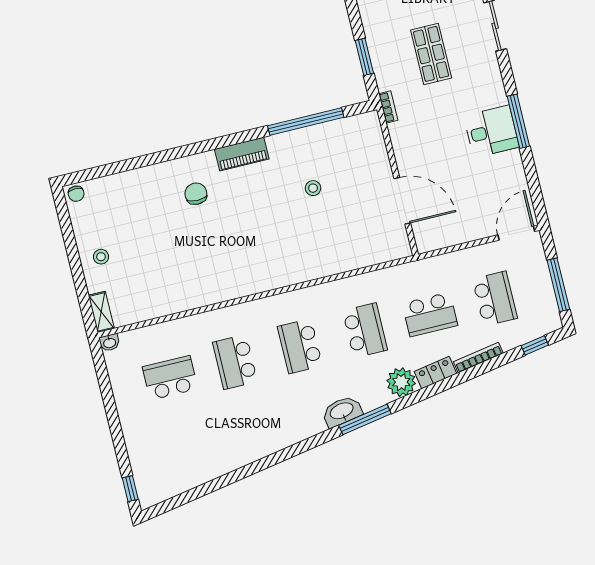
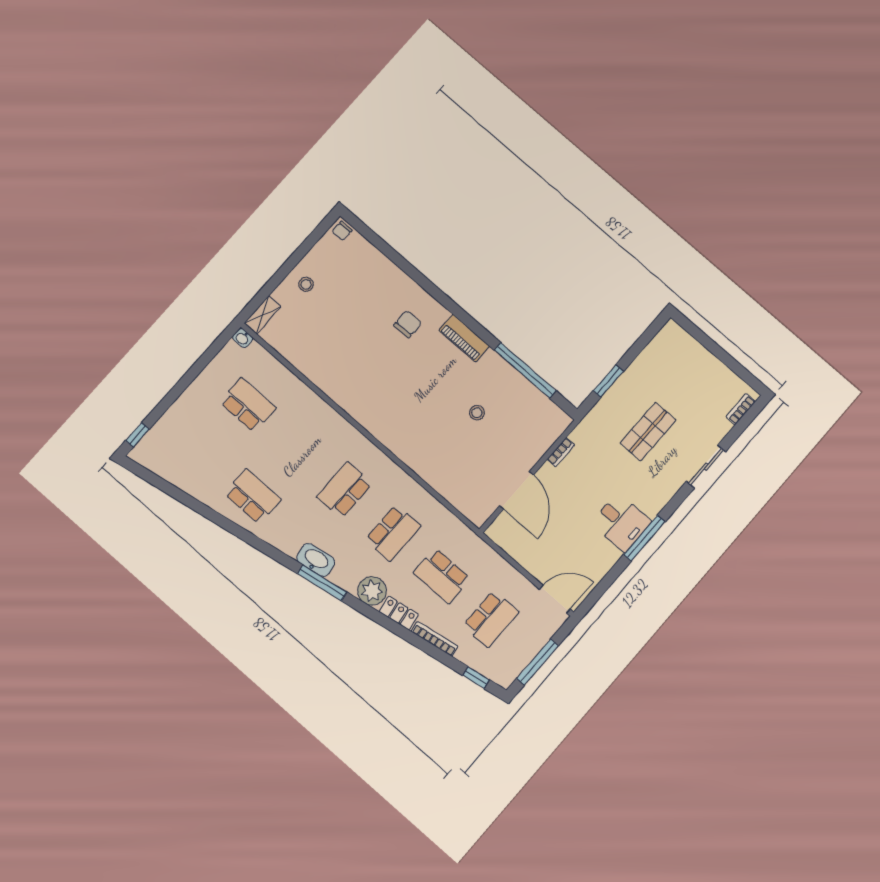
bookcase: (388, 107) -> (561, 452), moved
school desk: (235, 362) -> (253, 496), moved, turned 90

